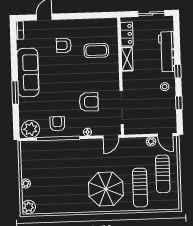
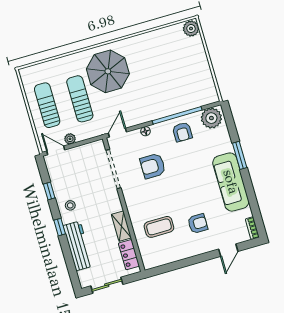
plant: (26, 183) -> (201, 54), removed
sun lounger: (140, 188) -> (80, 99), moved

